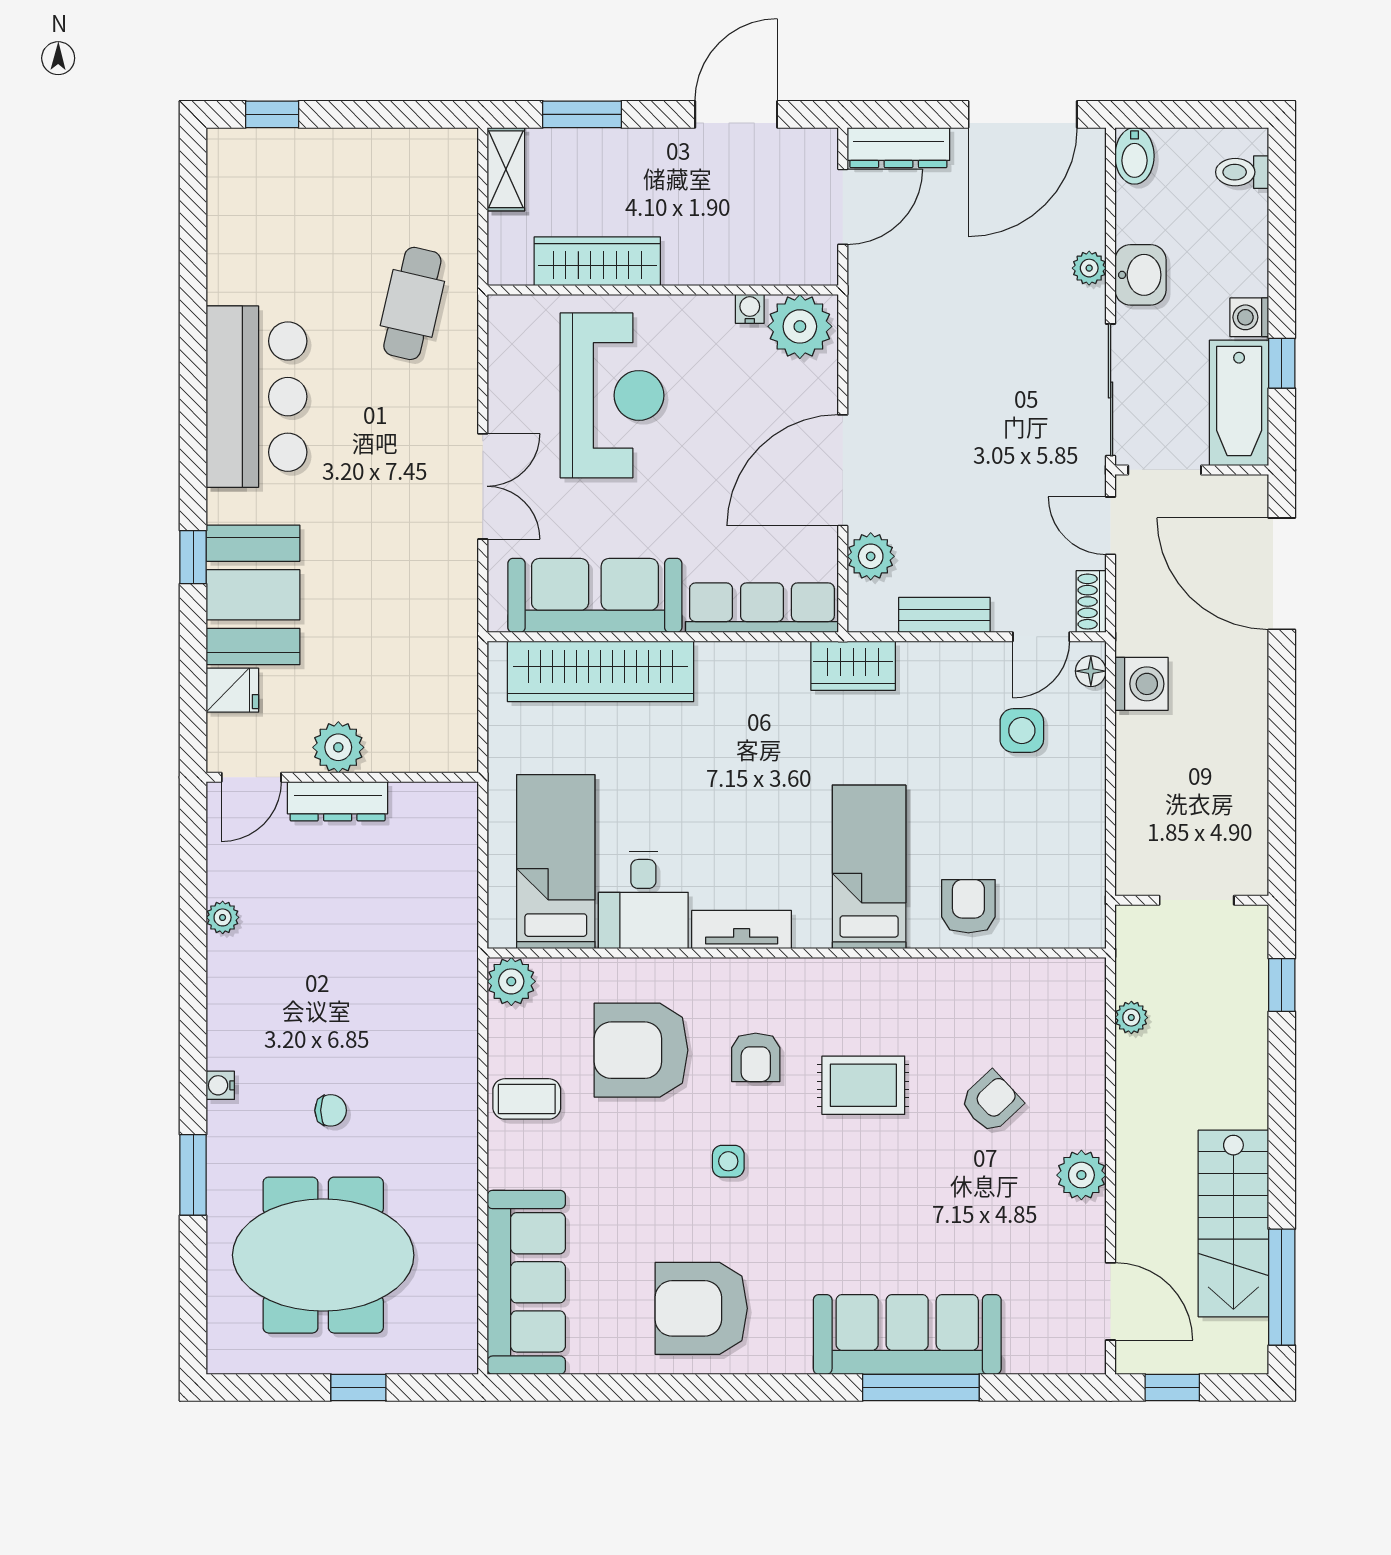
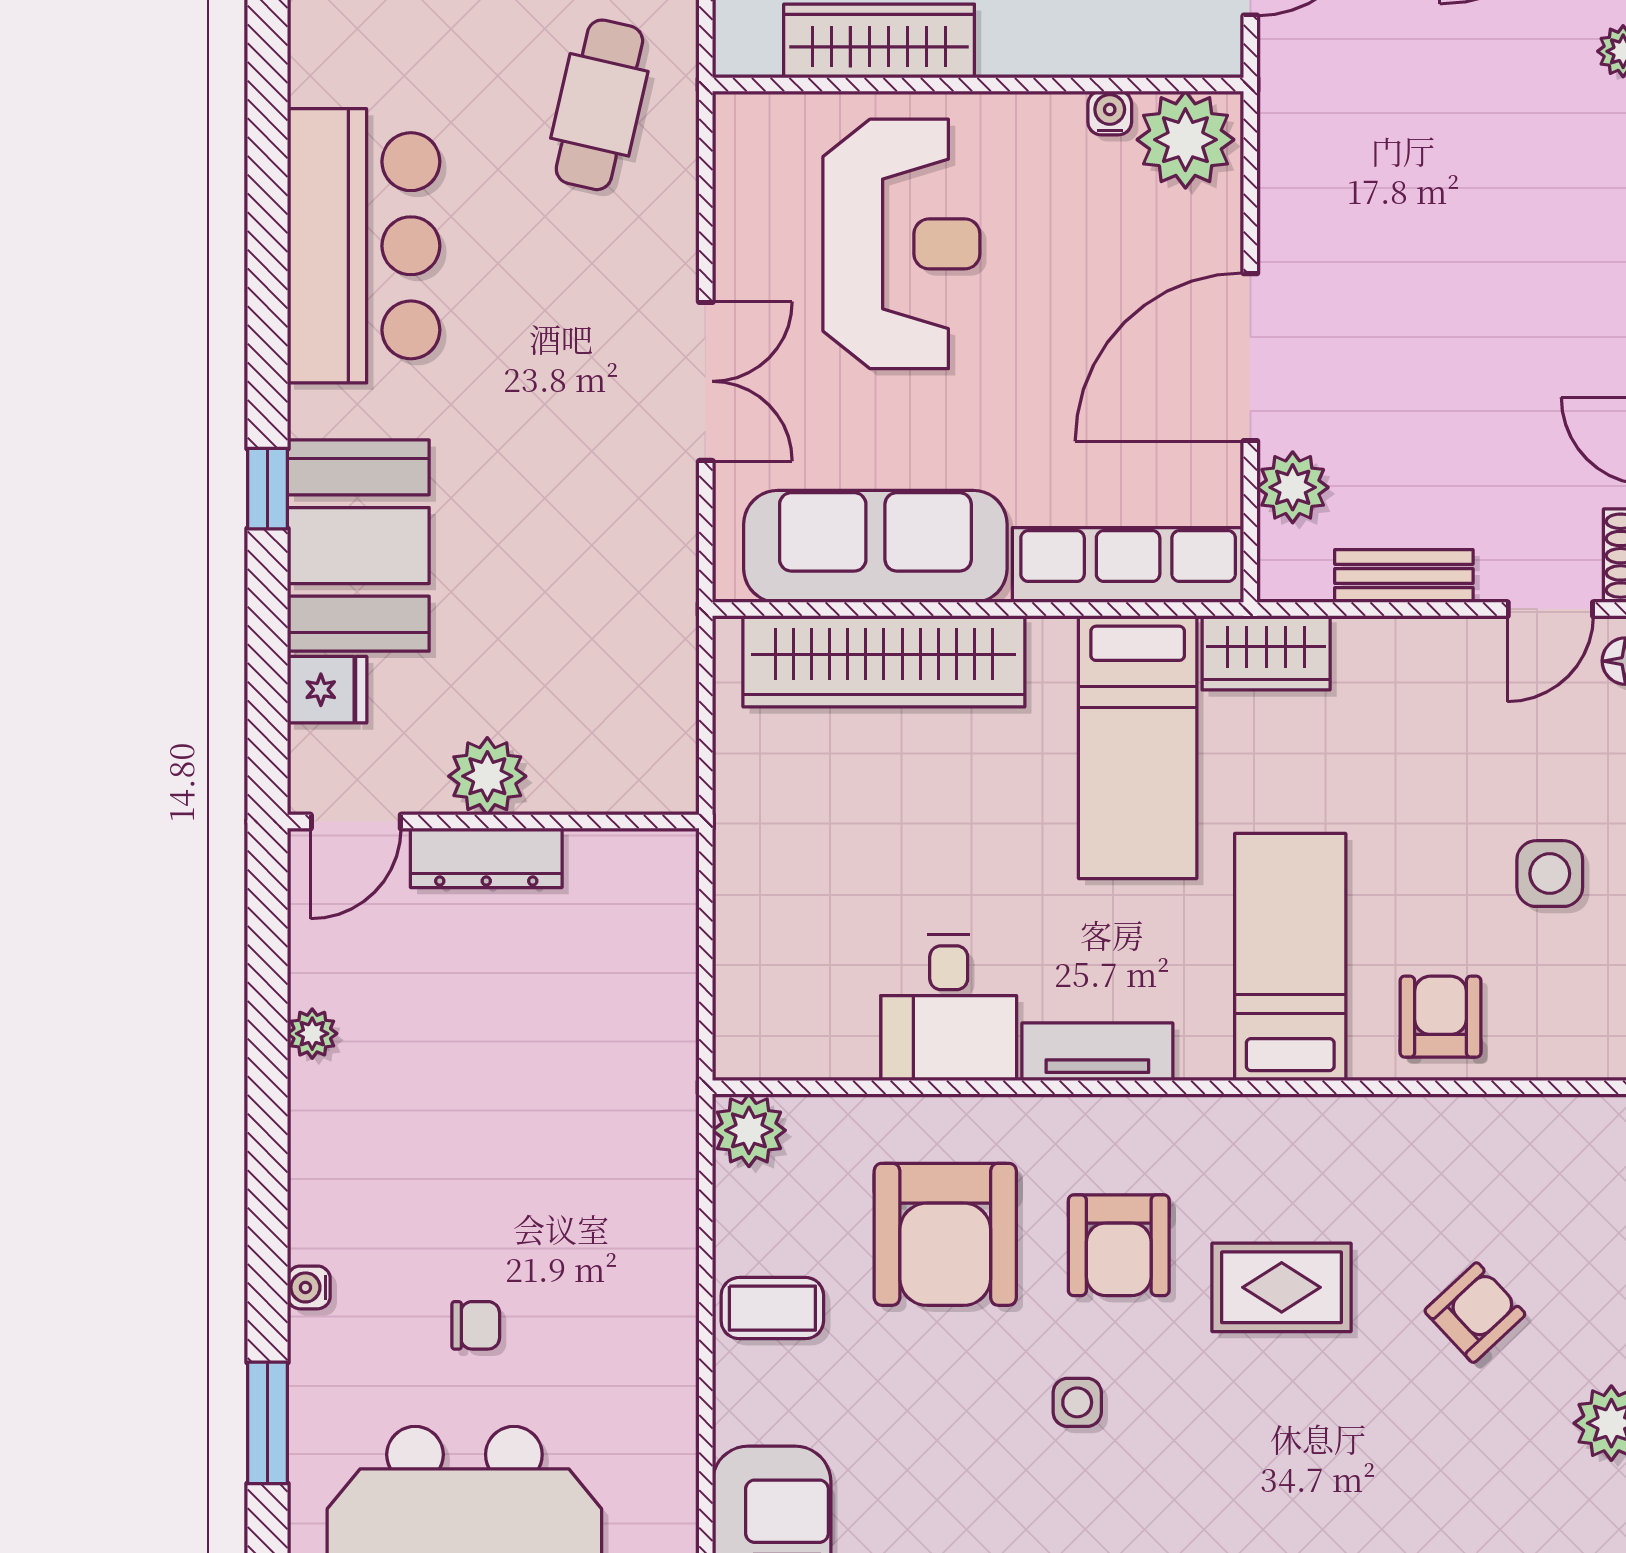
side table: (1022, 731) -> (1550, 874), moved
bed: (556, 862) -> (1138, 747), moved, turned 180
armchair: (641, 1050) -> (945, 1234), turned -90
armchair: (756, 1057) -> (1119, 1245), width x1.38, depth x1.38

